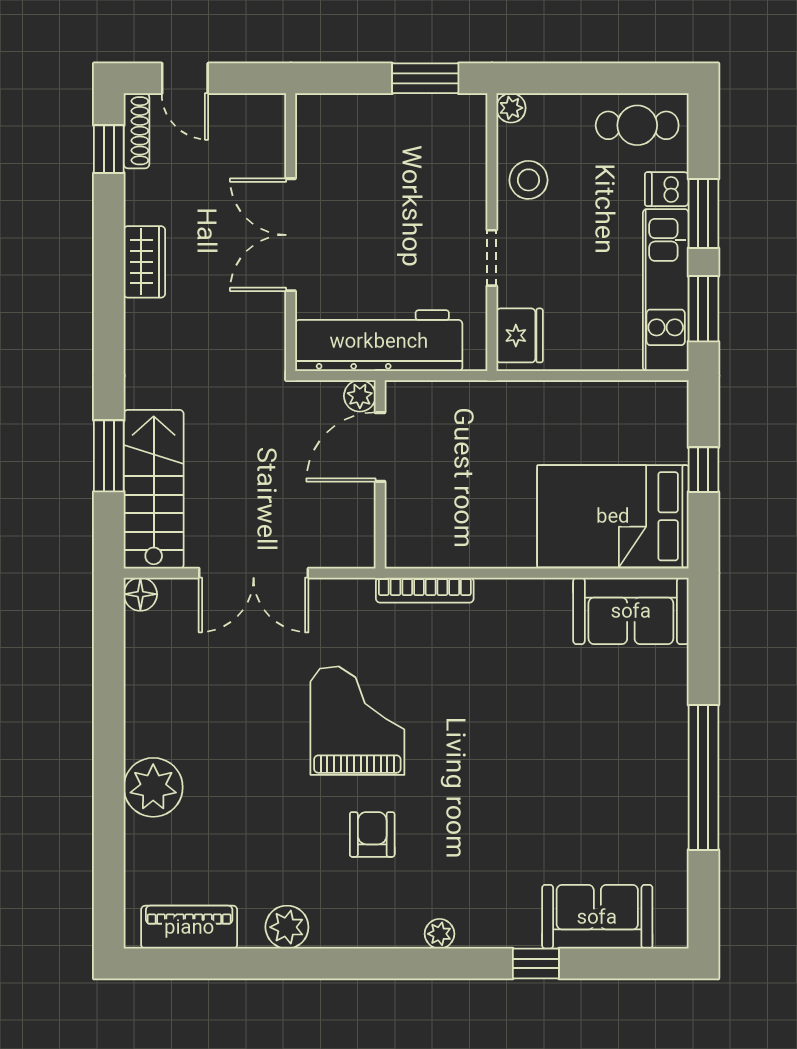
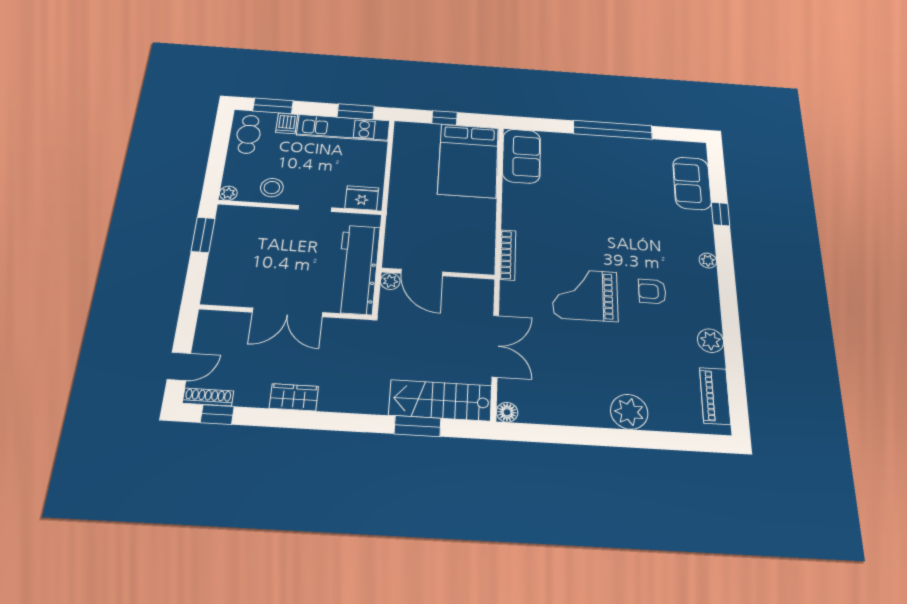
window: (703, 213) -> (273, 106), moved

